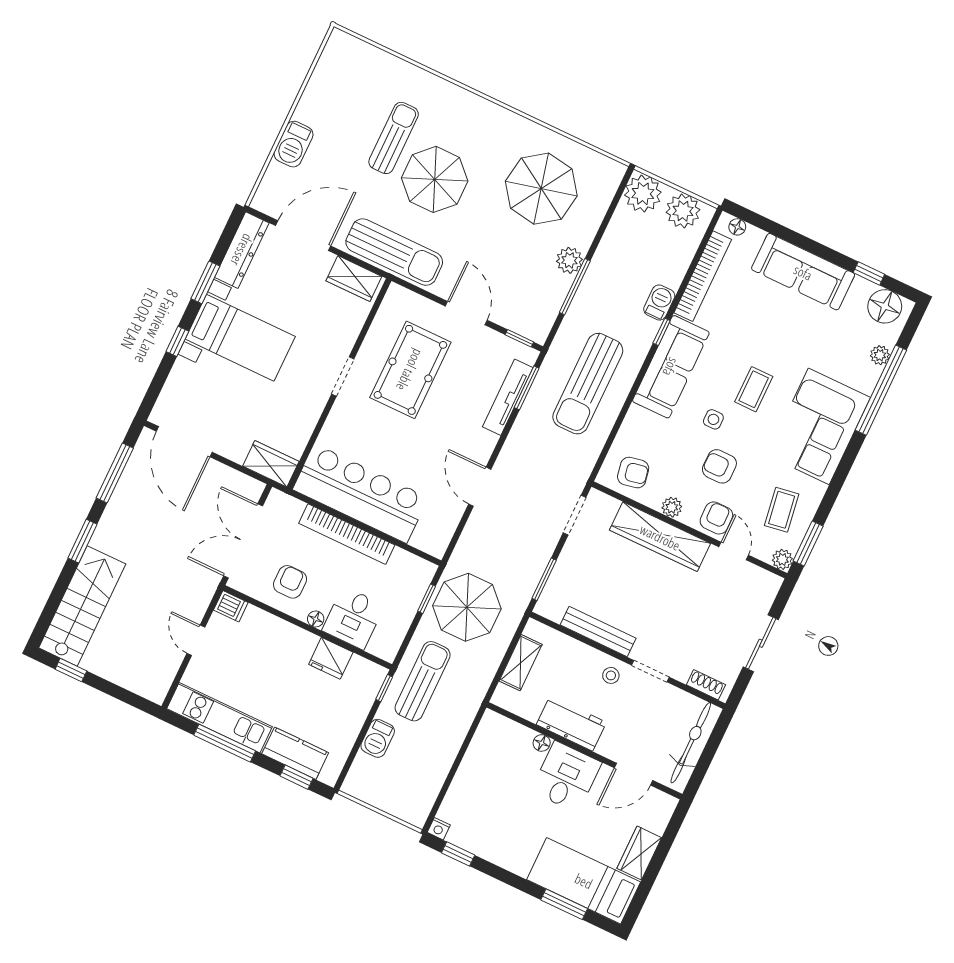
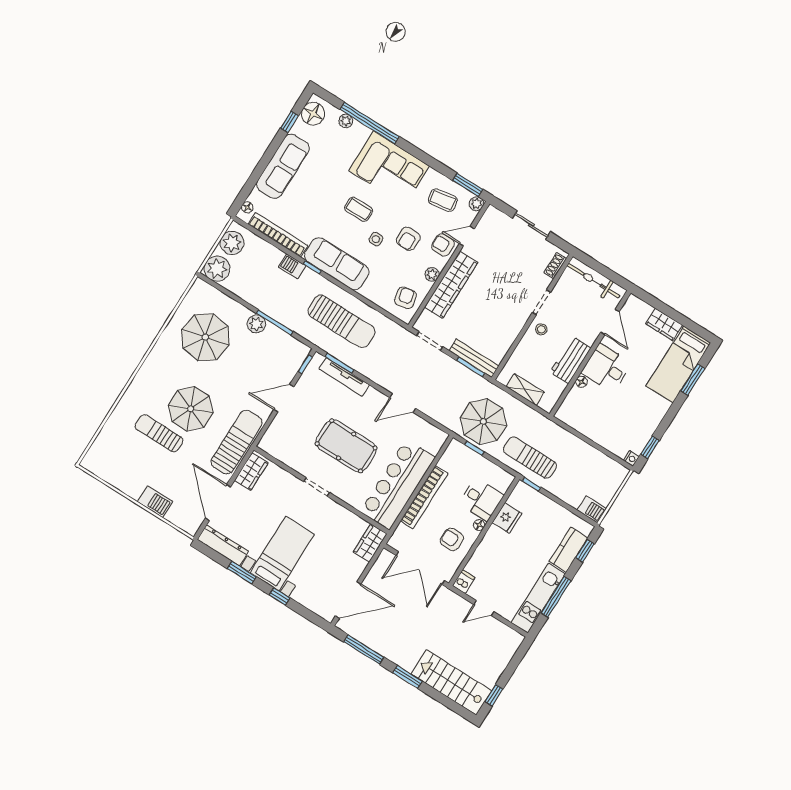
pool table: (410, 370) -> (346, 446), moved
bench: (598, 632) -> (474, 358), moved, turned 90
barbecue: (378, 738) -> (592, 509), moved

